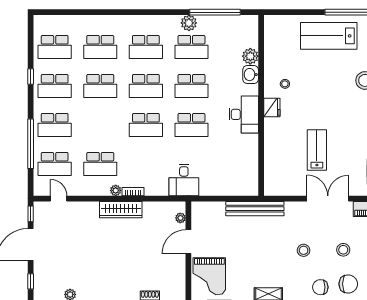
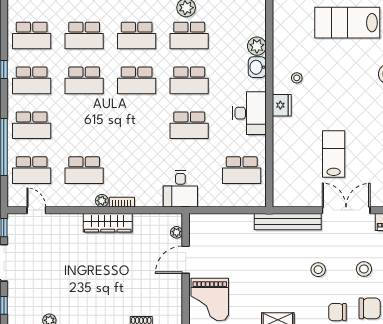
school desk: (146, 125) -> (242, 170), moved
bench: (255, 209) -> (288, 222), moved

